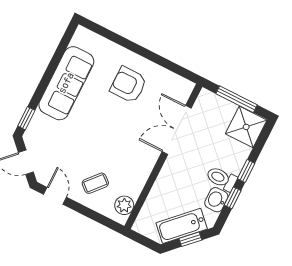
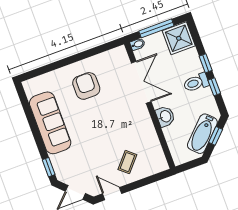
armchair: (128, 85) -> (86, 86), turned 90
bidet: (207, 96) -> (138, 44), added
double door: (177, 130) -> (141, 82), swing flipped
washbasin: (216, 200) -> (165, 116), moved, turned 180
plant: (124, 205) -> (157, 157), removed

